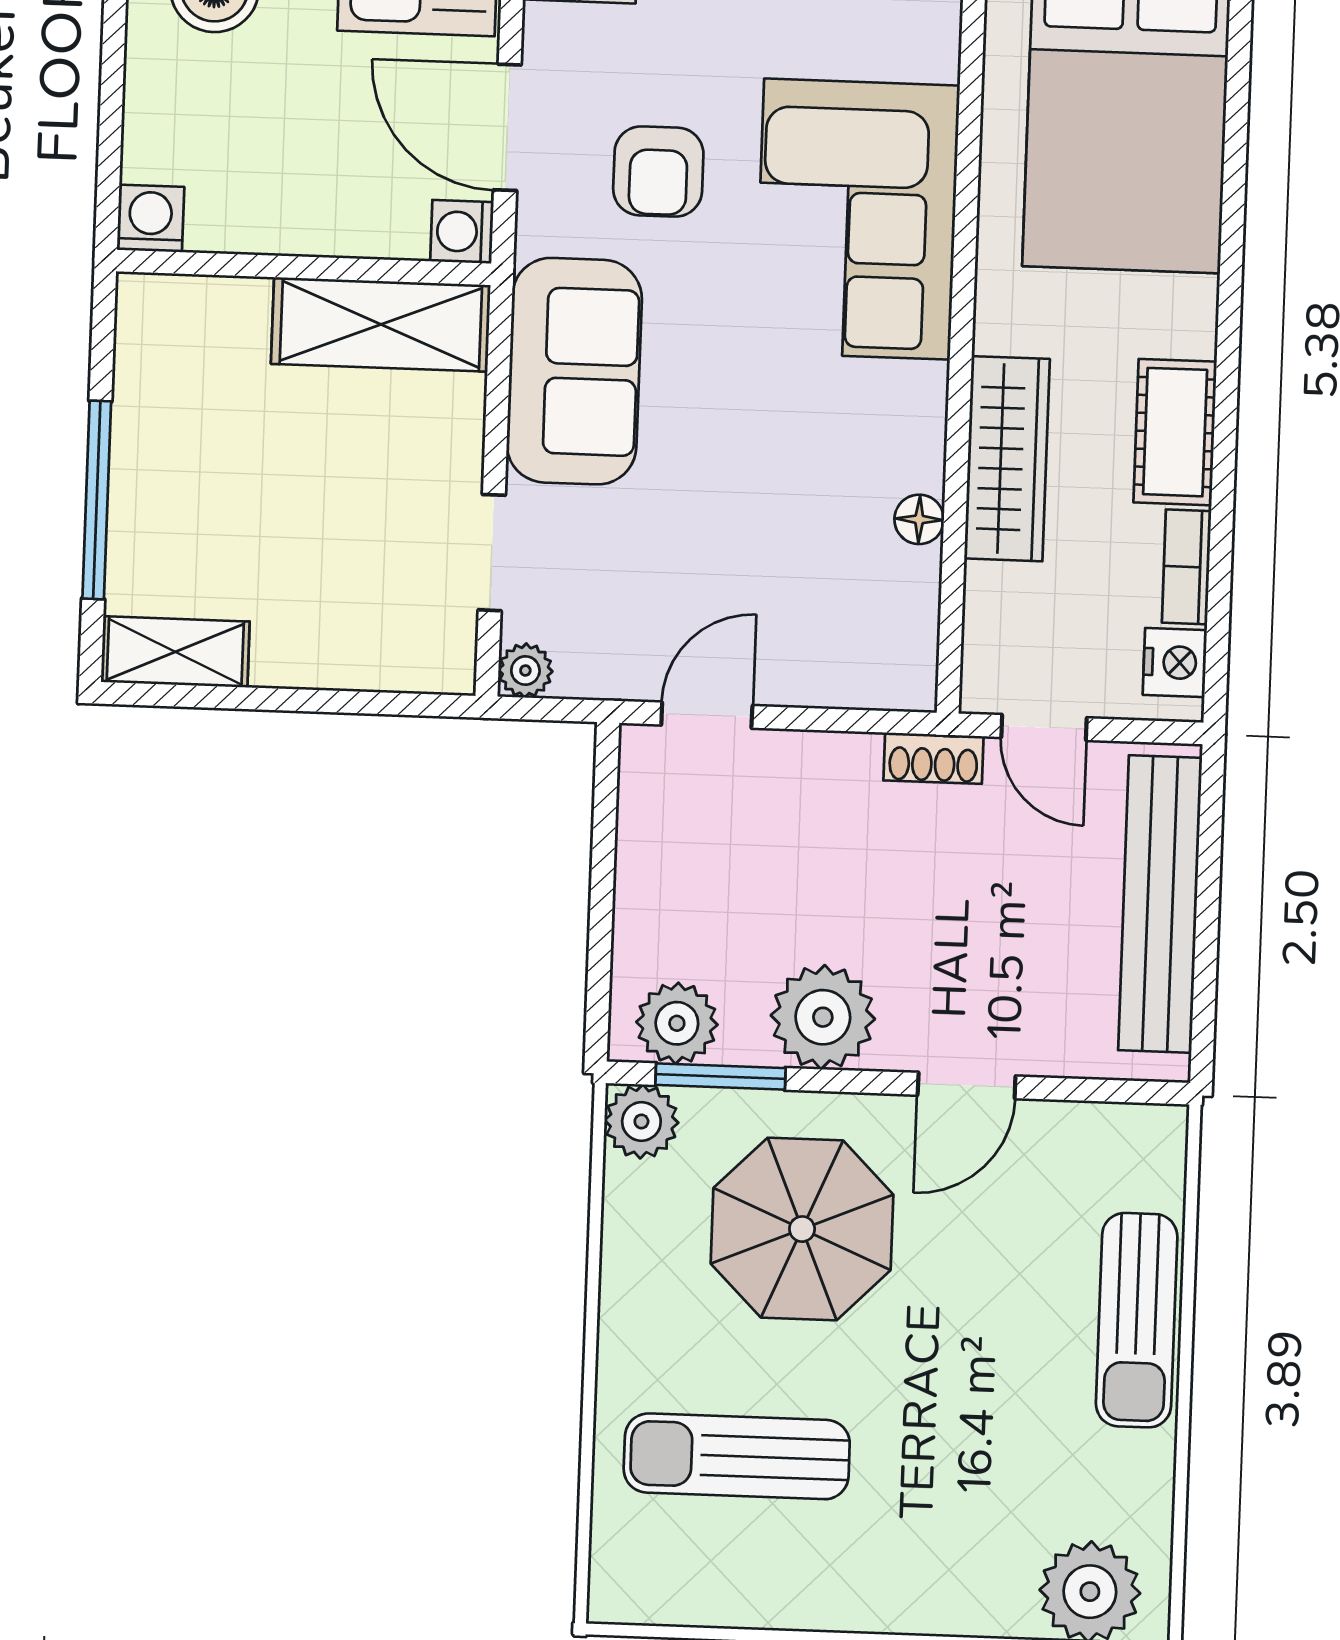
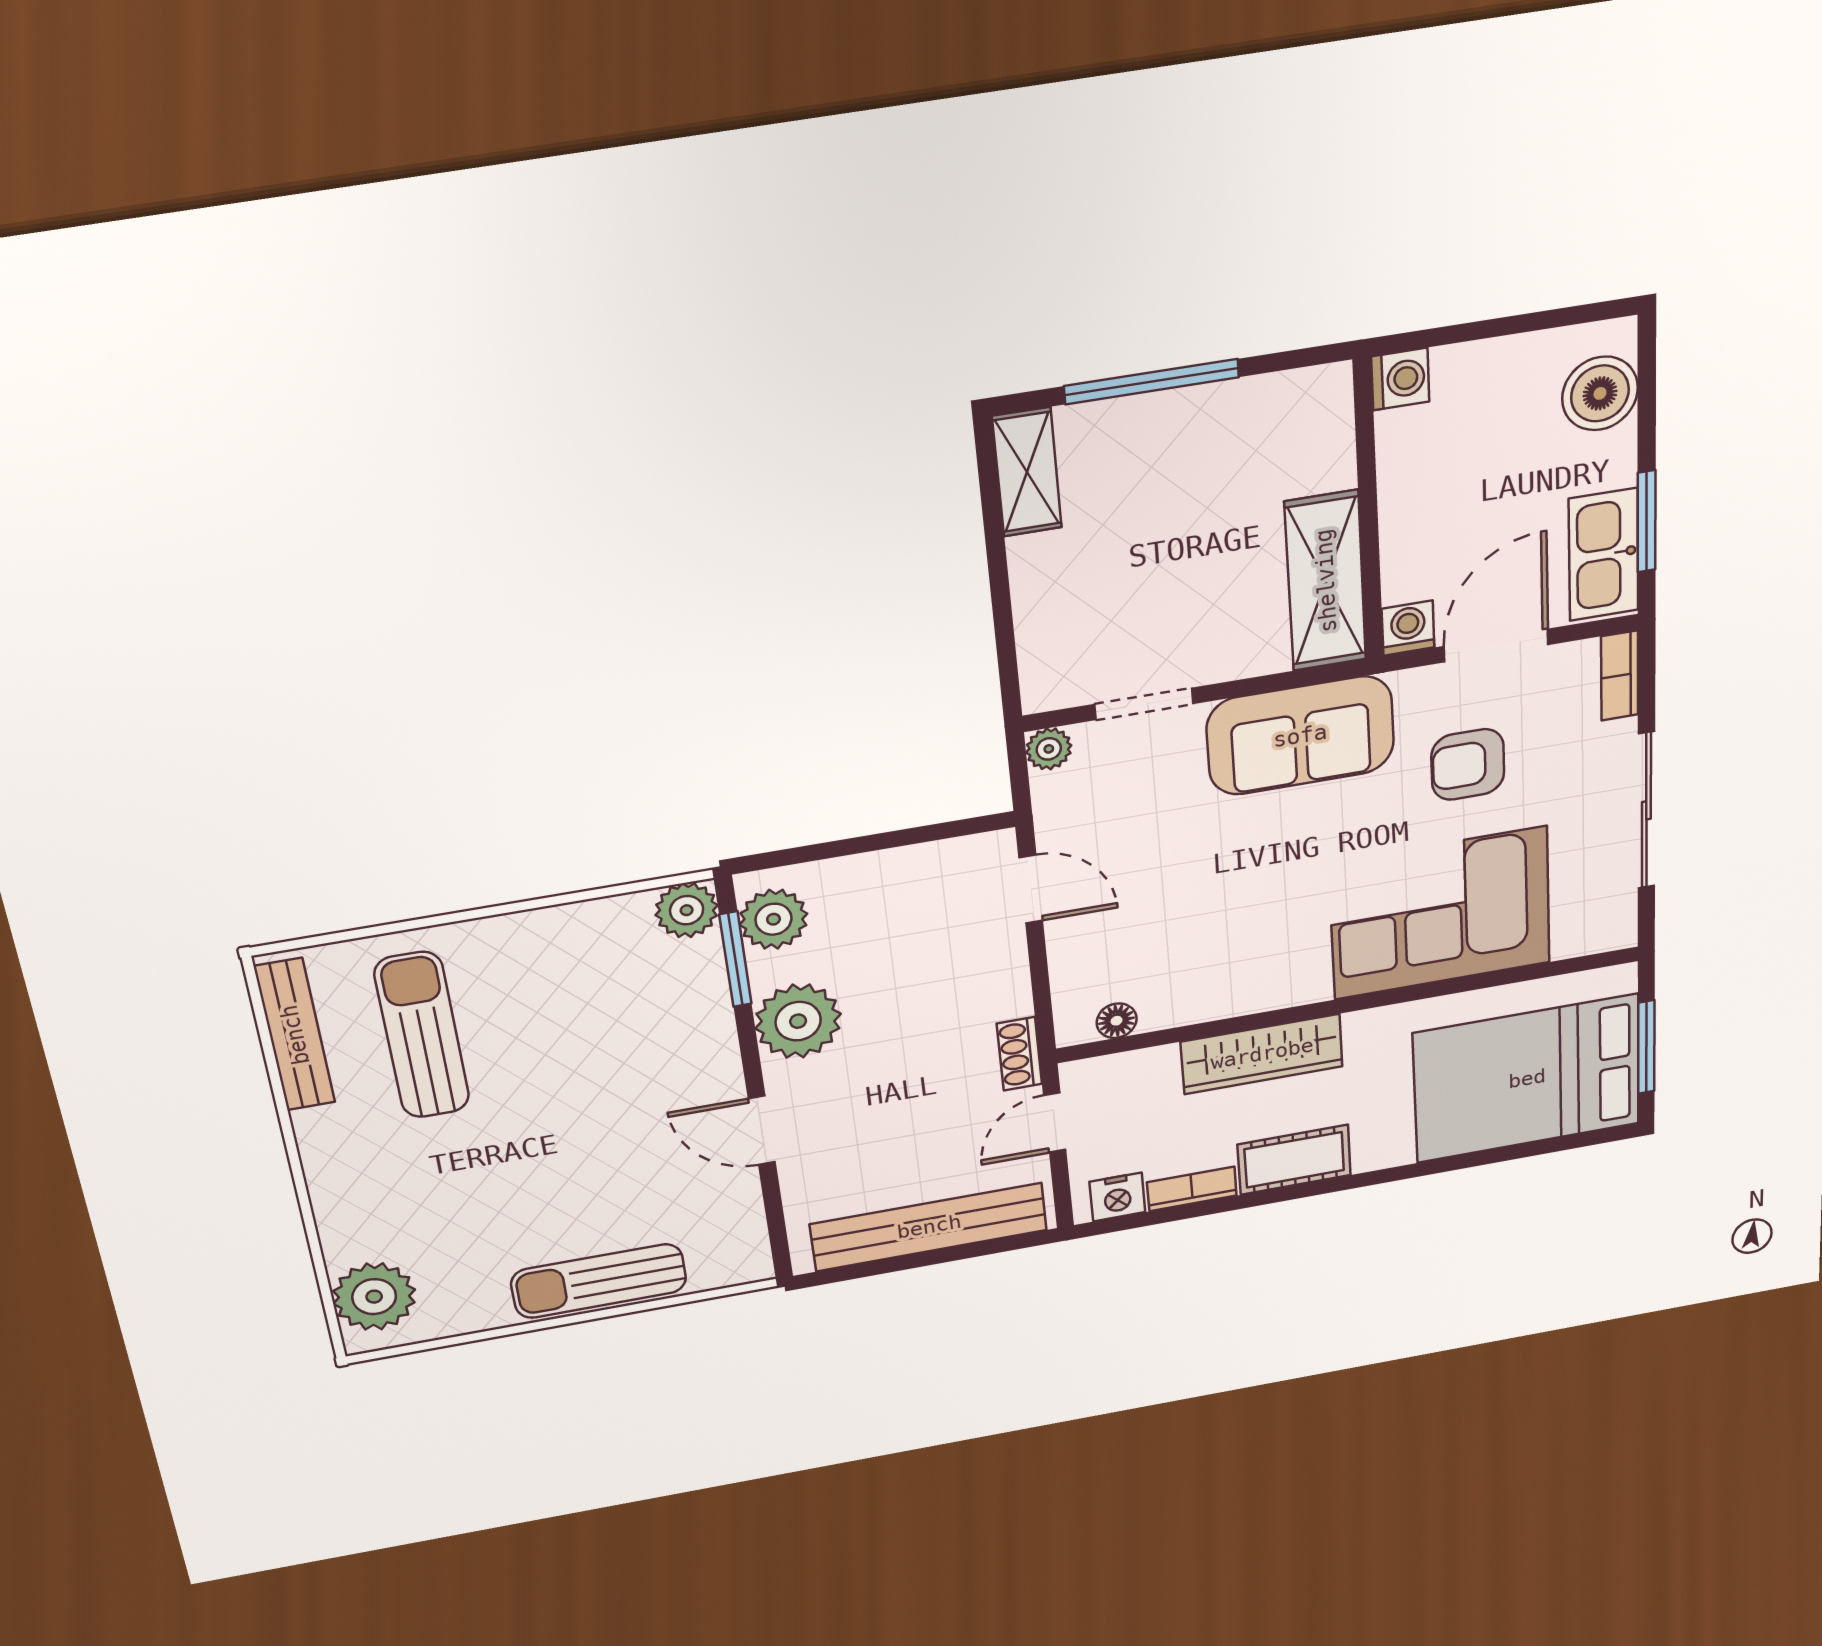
floor lamp: (919, 519) -> (1117, 1021), moved
parasol: (802, 1229) -> (622, 1042), removed
bench: (701, 1600) -> (295, 1035), added

